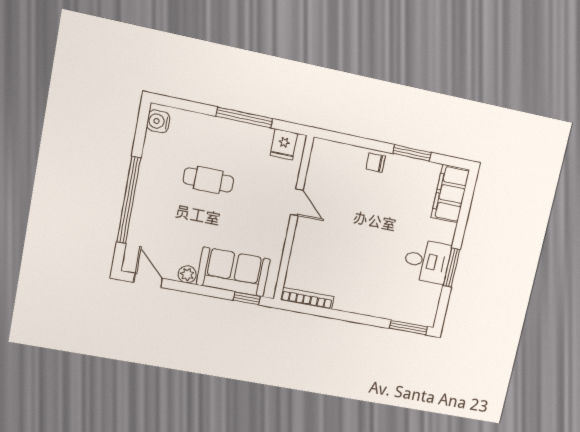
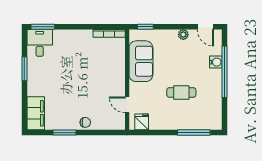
window: (244, 117) -> (194, 133), moved
water cooler: (158, 121) -> (216, 62), moved
door: (297, 202) -> (127, 105), moved
desk: (427, 261) -> (40, 43), moved, turned 90
sofa: (233, 272) -> (141, 61), moved, turned -90

